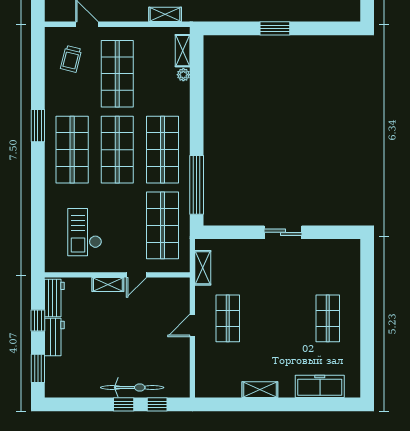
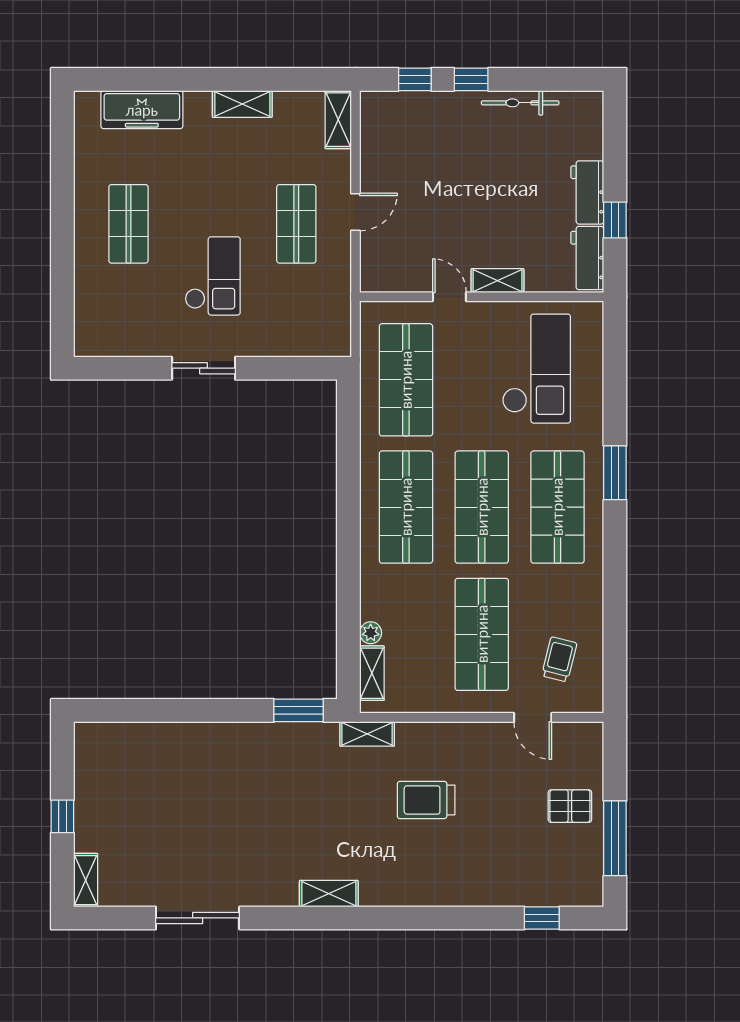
shelving: (165, 14) -> (367, 734), moved
window: (275, 28) -> (299, 710), moved
window: (38, 126) -> (615, 473), moved
window: (197, 185) -> (348, 448), removed
checkout: (85, 232) -> (536, 369), width x1.36, depth x1.21
shelving: (203, 268) -> (338, 120), moved
door: (137, 275) -> (449, 297), hinge flipped
checkout: (278, 287) -> (213, 276), added
window: (38, 368) -> (615, 140), removed
bicycle: (132, 387) -> (520, 103), moved, width x0.73, depth x0.71

